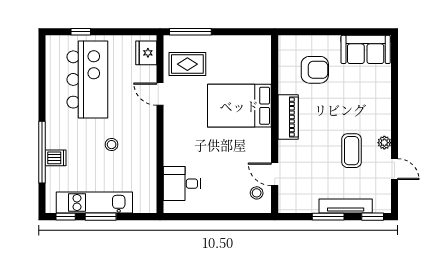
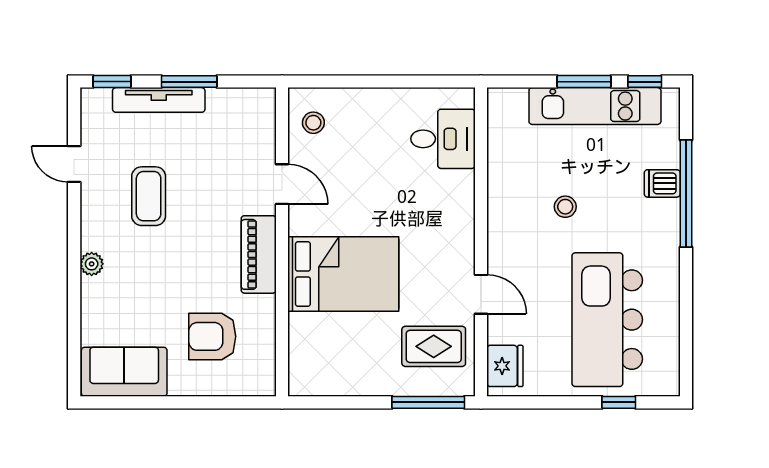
plant: (384, 143) -> (92, 264), moved
door: (275, 174) -> (282, 184), moved

